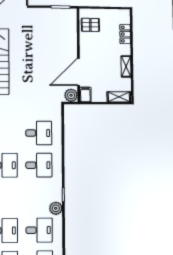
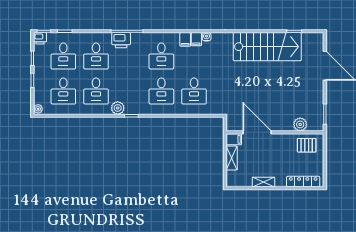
pallet: (90, 25) -> (307, 145), turned 90
locker: (125, 34) -> (303, 182), width x1.53
plant: (71, 95) -> (300, 124), moved
shelving: (119, 97) -> (232, 158), moved

